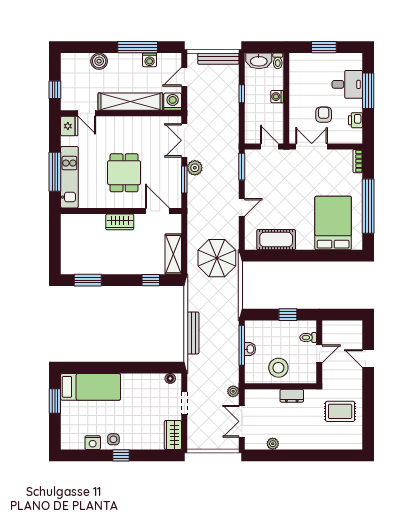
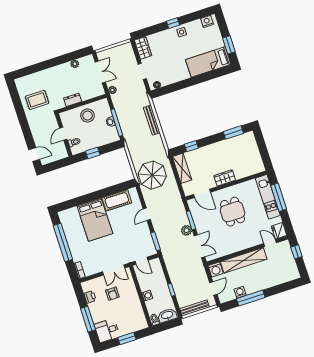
boiler: (99, 61) -> (273, 280), removed
desk: (347, 84) -> (107, 330), moved
bed: (333, 223) -> (95, 220), moved
door: (368, 359) -> (34, 154), moved
nightstand: (93, 443) -> (207, 21), moved

